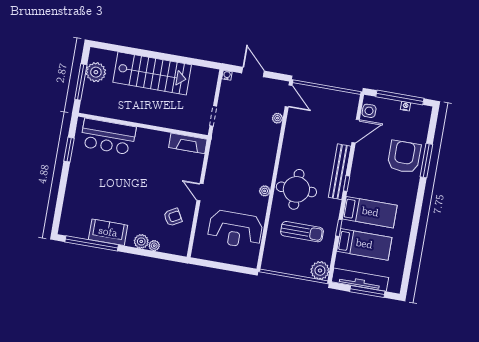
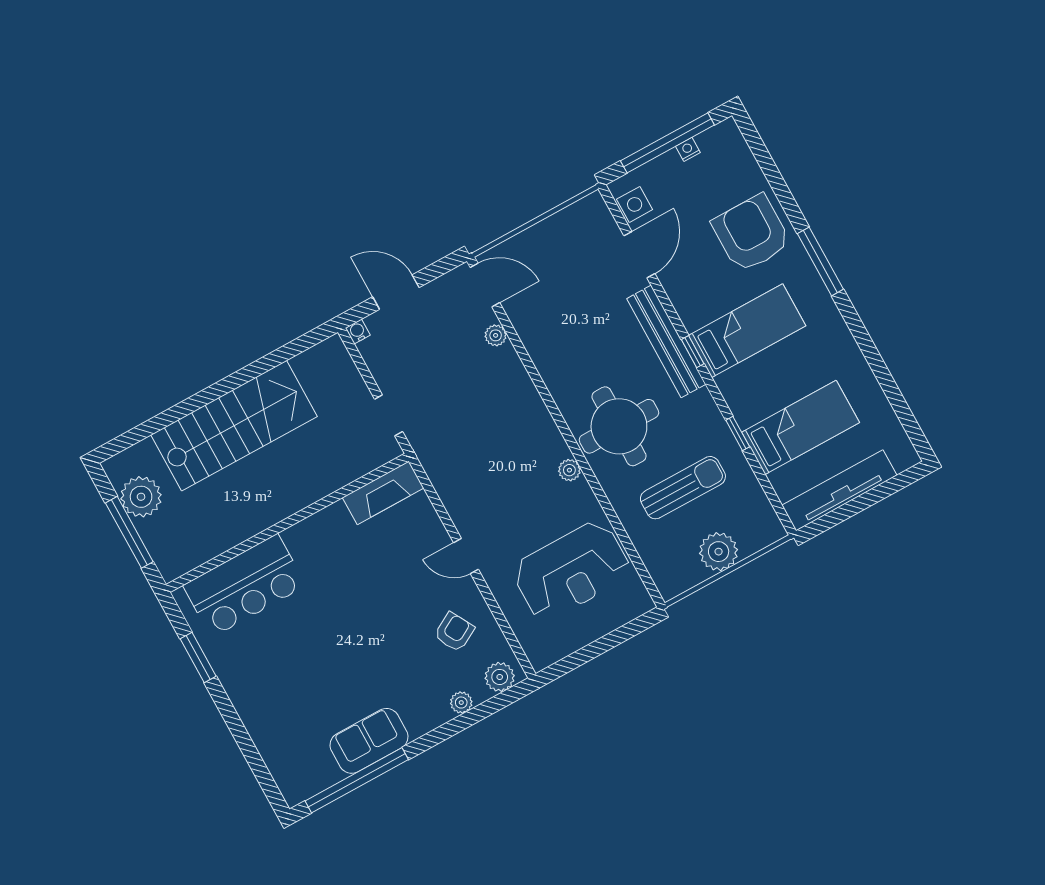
window: (426, 161) -> (820, 261), moved
bed: (370, 212) -> (747, 331), moved
plant: (141, 241) -> (500, 677), moved
plant: (320, 270) -> (719, 552), moved
window: (367, 292) -> (867, 500), removed

